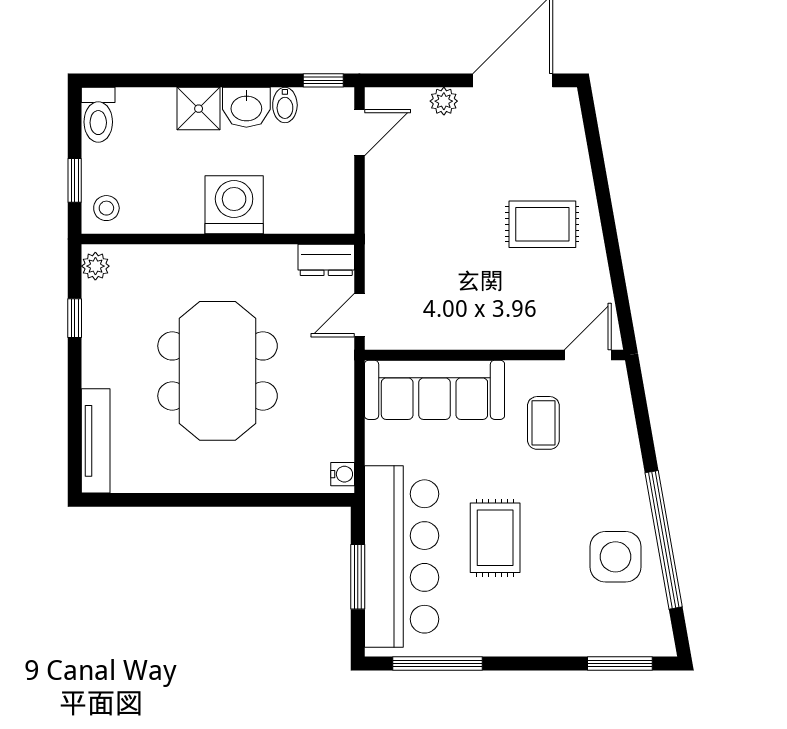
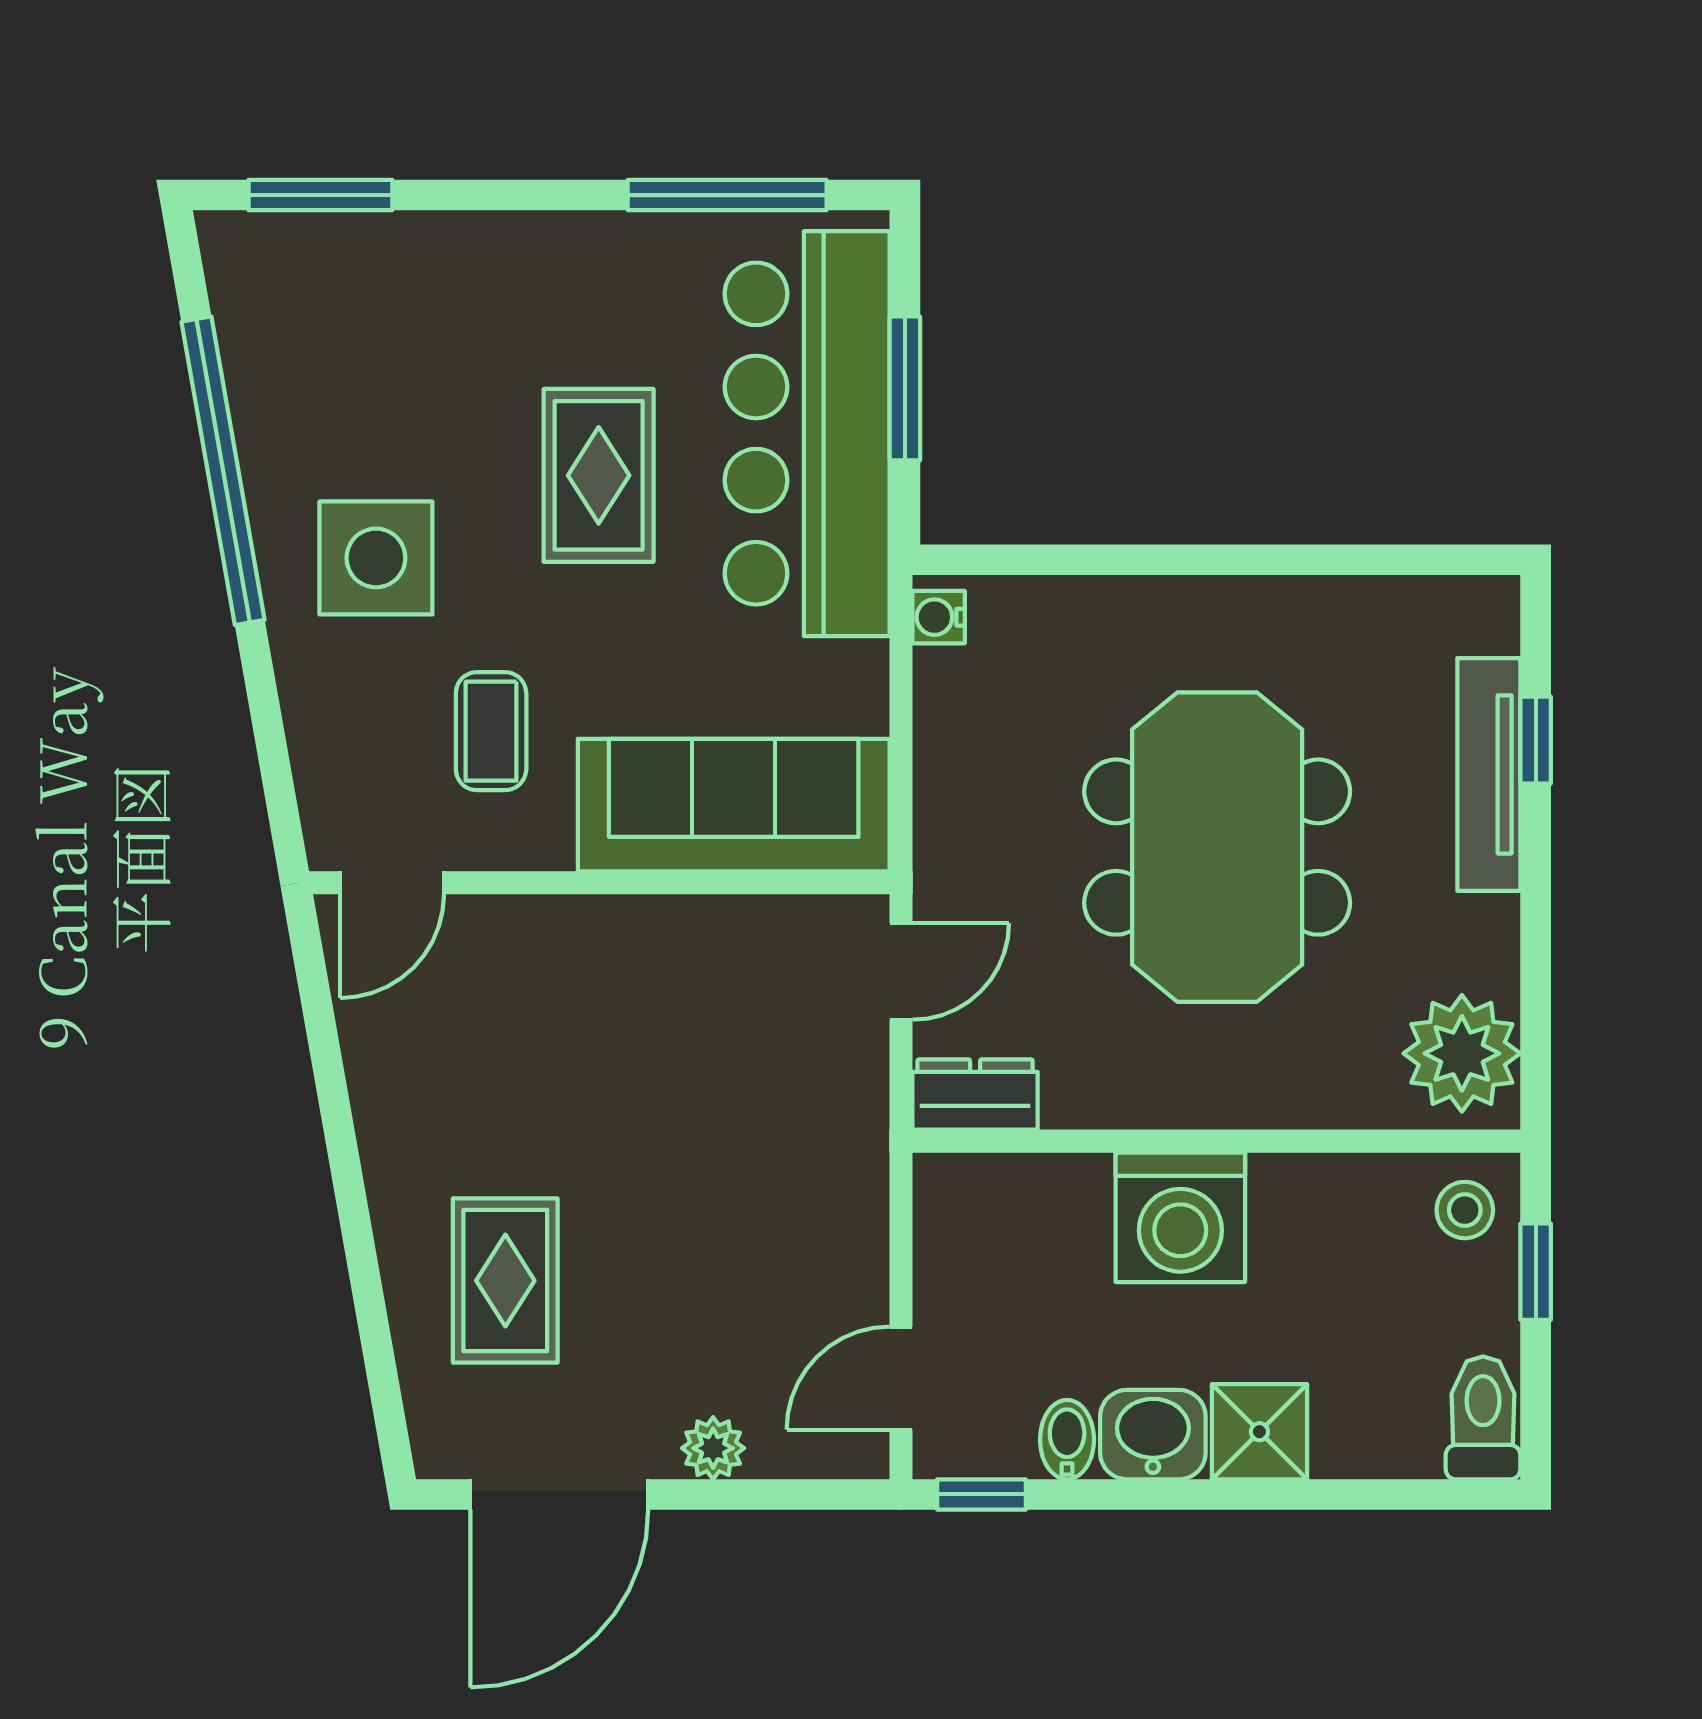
rug: (542, 224) -> (505, 1281), moved, turned 90
plant: (95, 266) -> (1462, 1053), width x1.87, depth x1.87
window: (75, 318) -> (1536, 740), moved
tv unit: (96, 441) -> (1489, 774), moved
side table: (615, 557) -> (376, 558), moved

